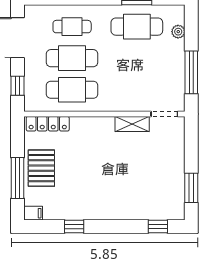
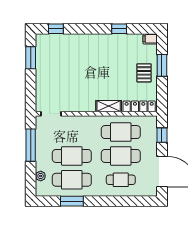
cafe table: (137, 58) -> (72, 156), added
shelving: (132, 124) -> (109, 106), moved
pallet: (41, 168) -> (144, 73), width x0.67, depth x0.71
window: (18, 178) -> (162, 65), width x0.69

